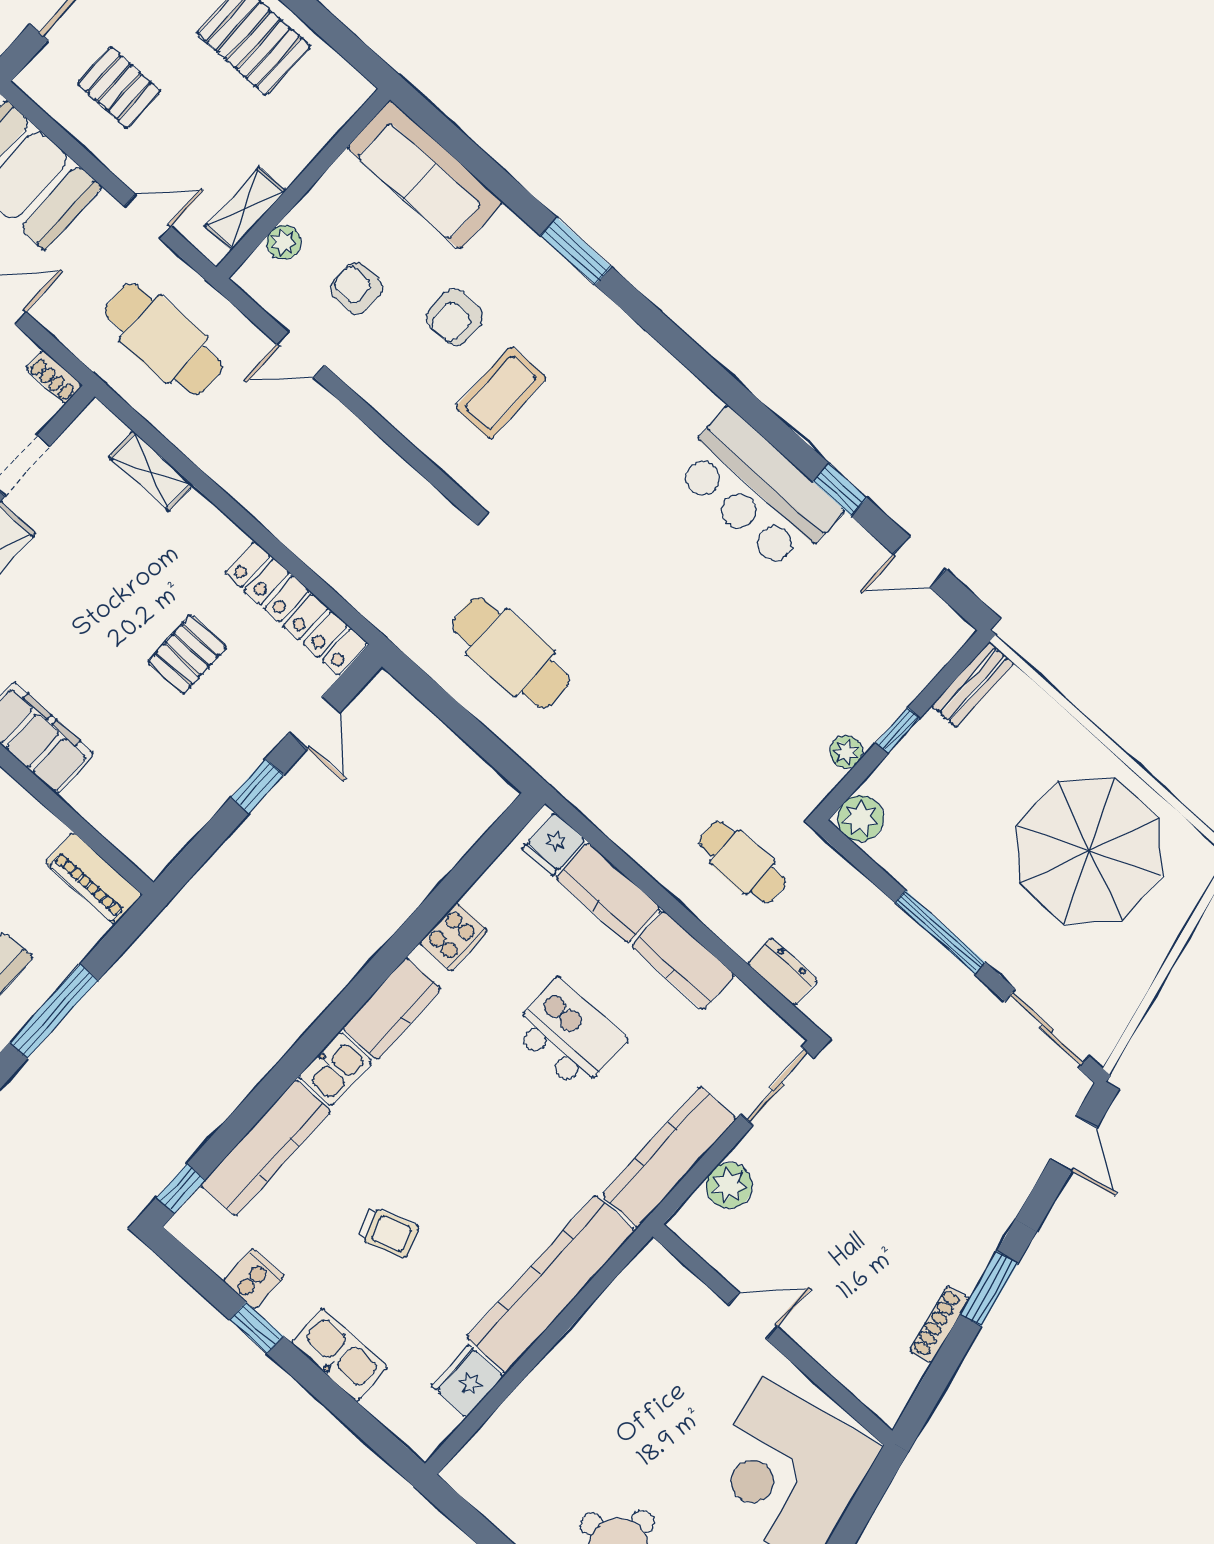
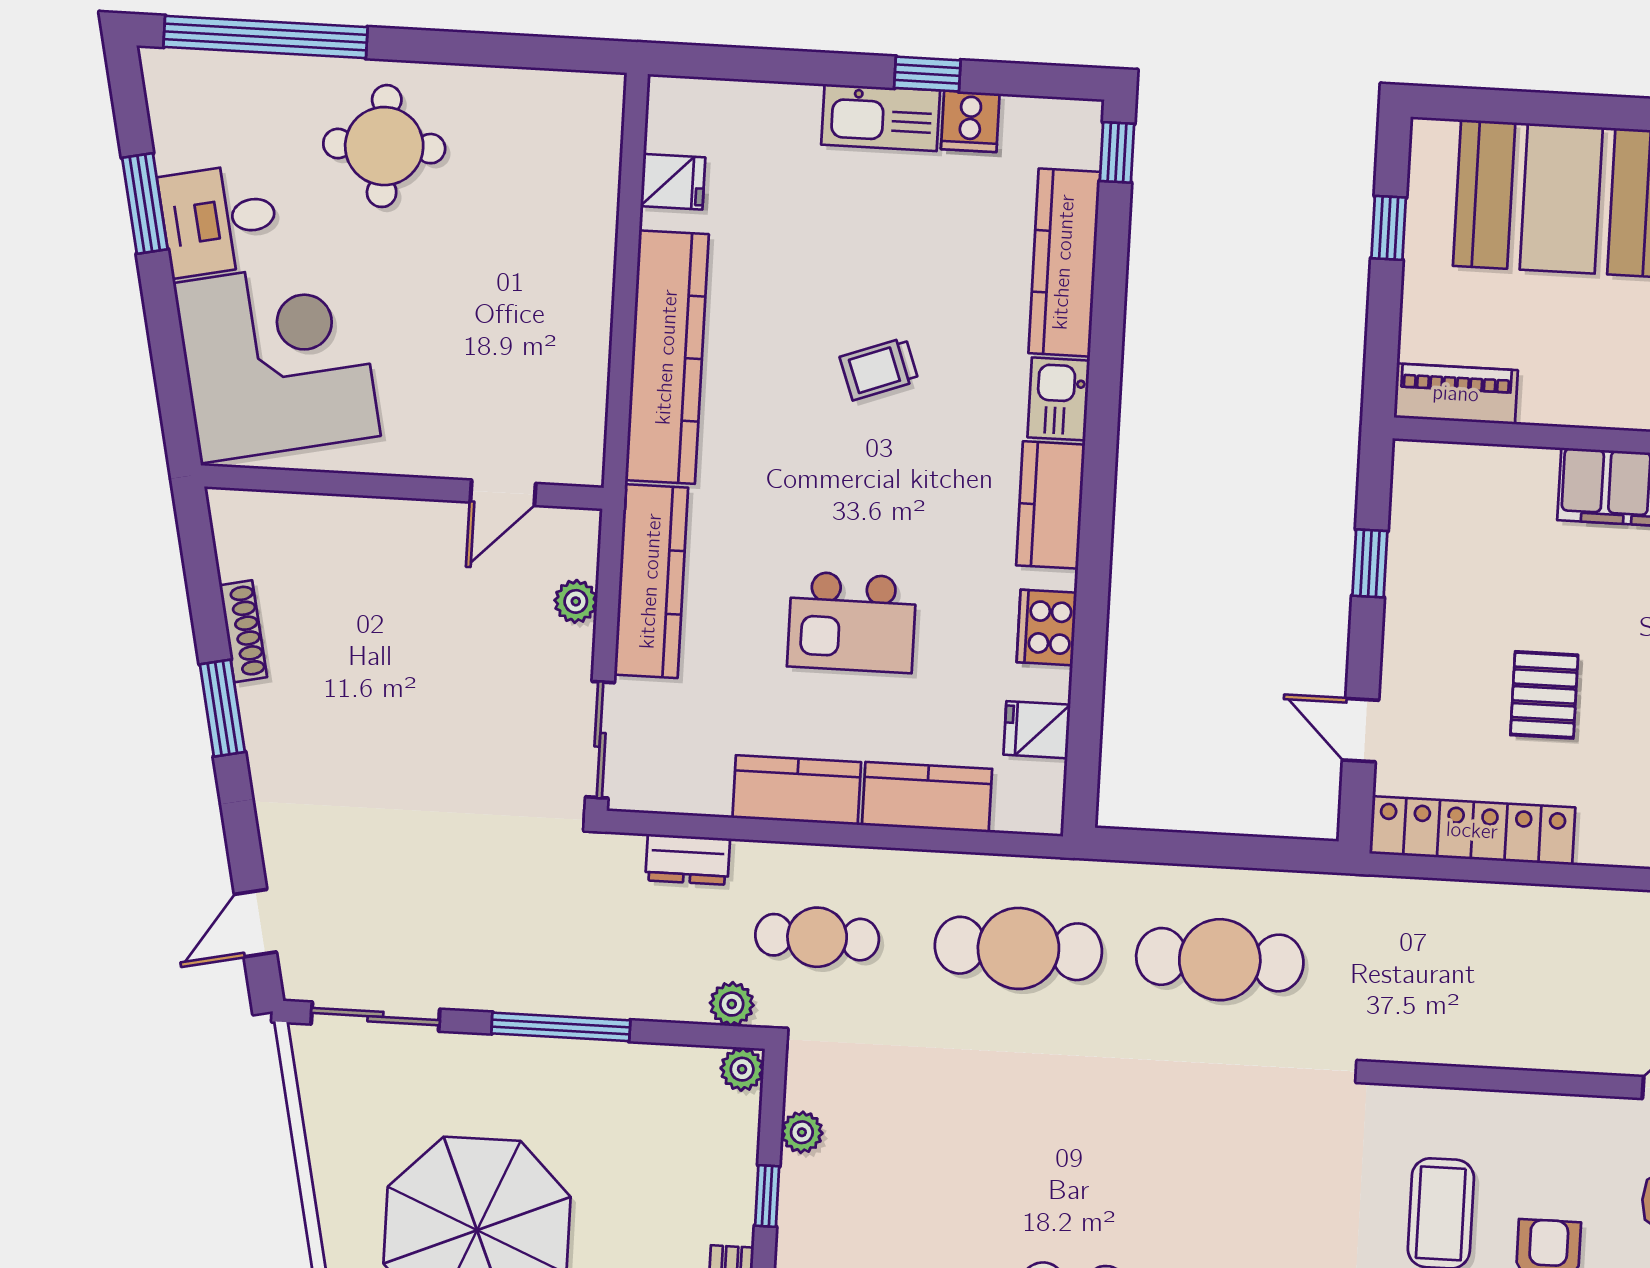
cafe table: (627, 757) -> (1018, 948), added
window: (257, 786) -> (1370, 563), moved
plant: (860, 818) -> (742, 1069), width x0.73, depth x0.73
fridge: (554, 844) -> (1037, 730), moved, turned -90
plant: (826, 863) -> (732, 1004), added
window: (54, 1011) -> (1389, 228), width x0.46
door: (1074, 1143) -> (255, 923), hinge flipped
plant: (729, 1185) -> (576, 601), width x0.73, depth x0.73
trolley: (388, 1232) -> (879, 369), moved
door: (753, 1316) -> (503, 493), moved
kitchen sink: (339, 1355) -> (881, 118), moved
fridge: (467, 1381) -> (673, 182), width x0.72

